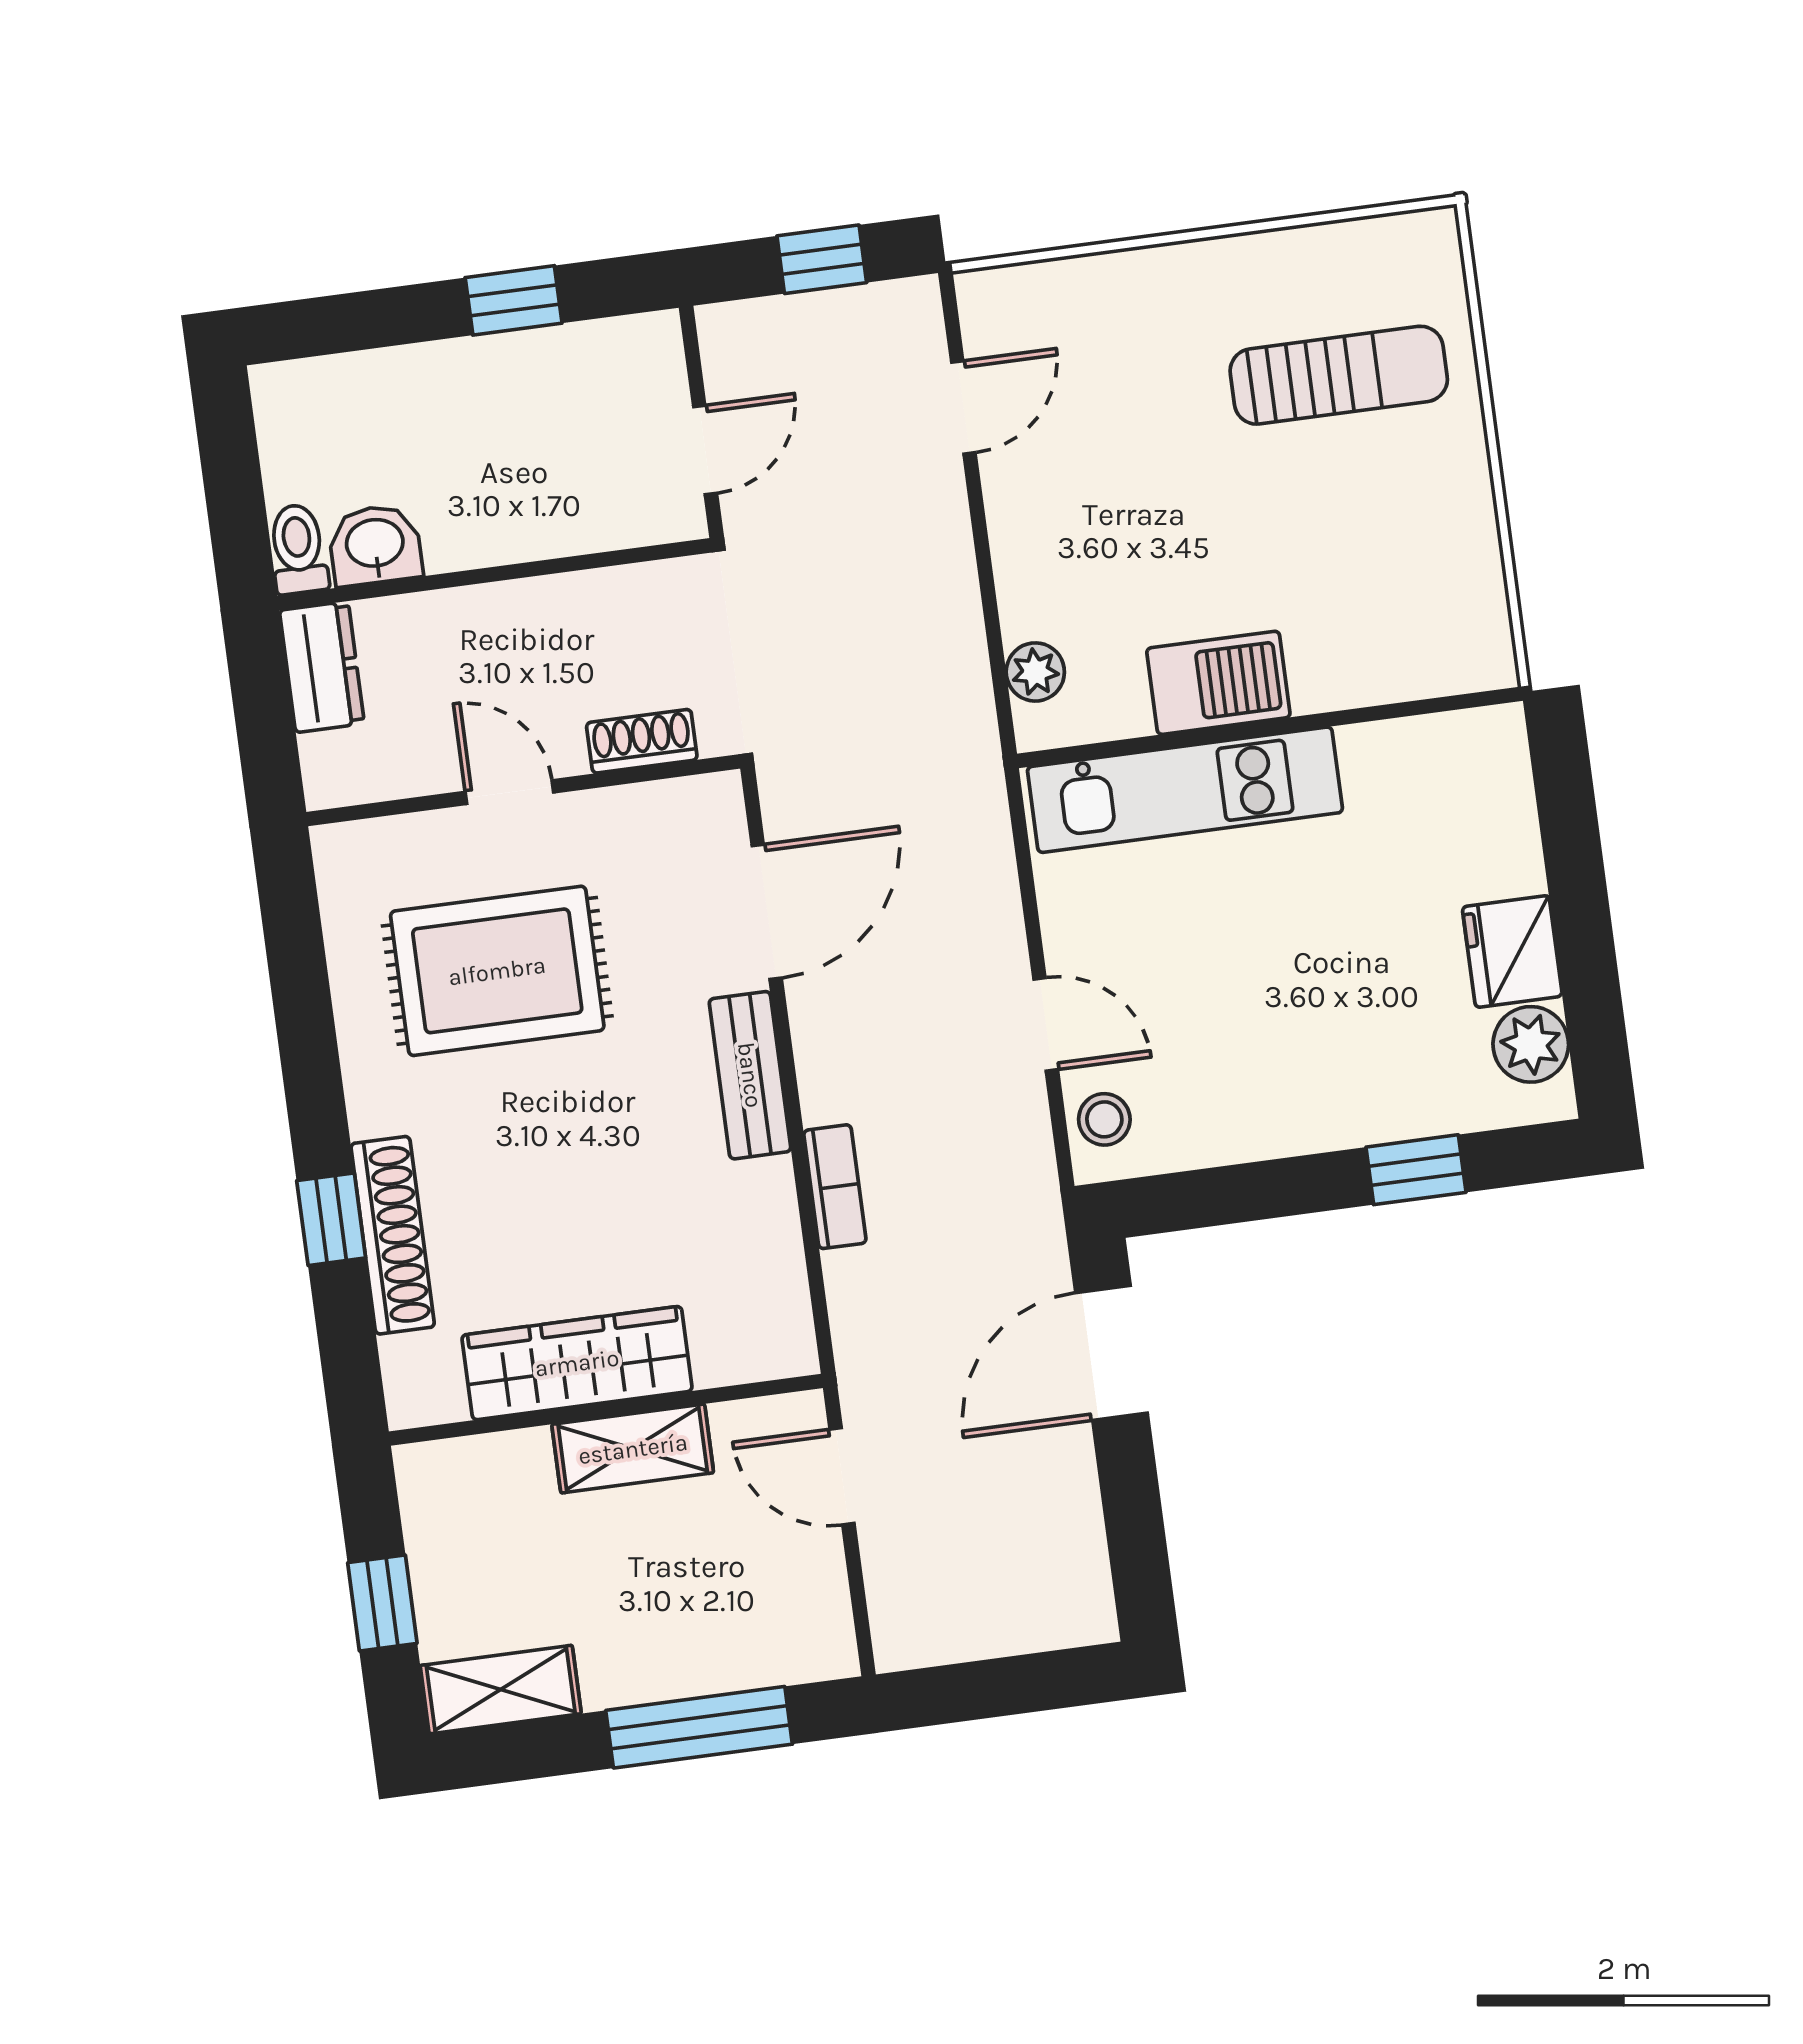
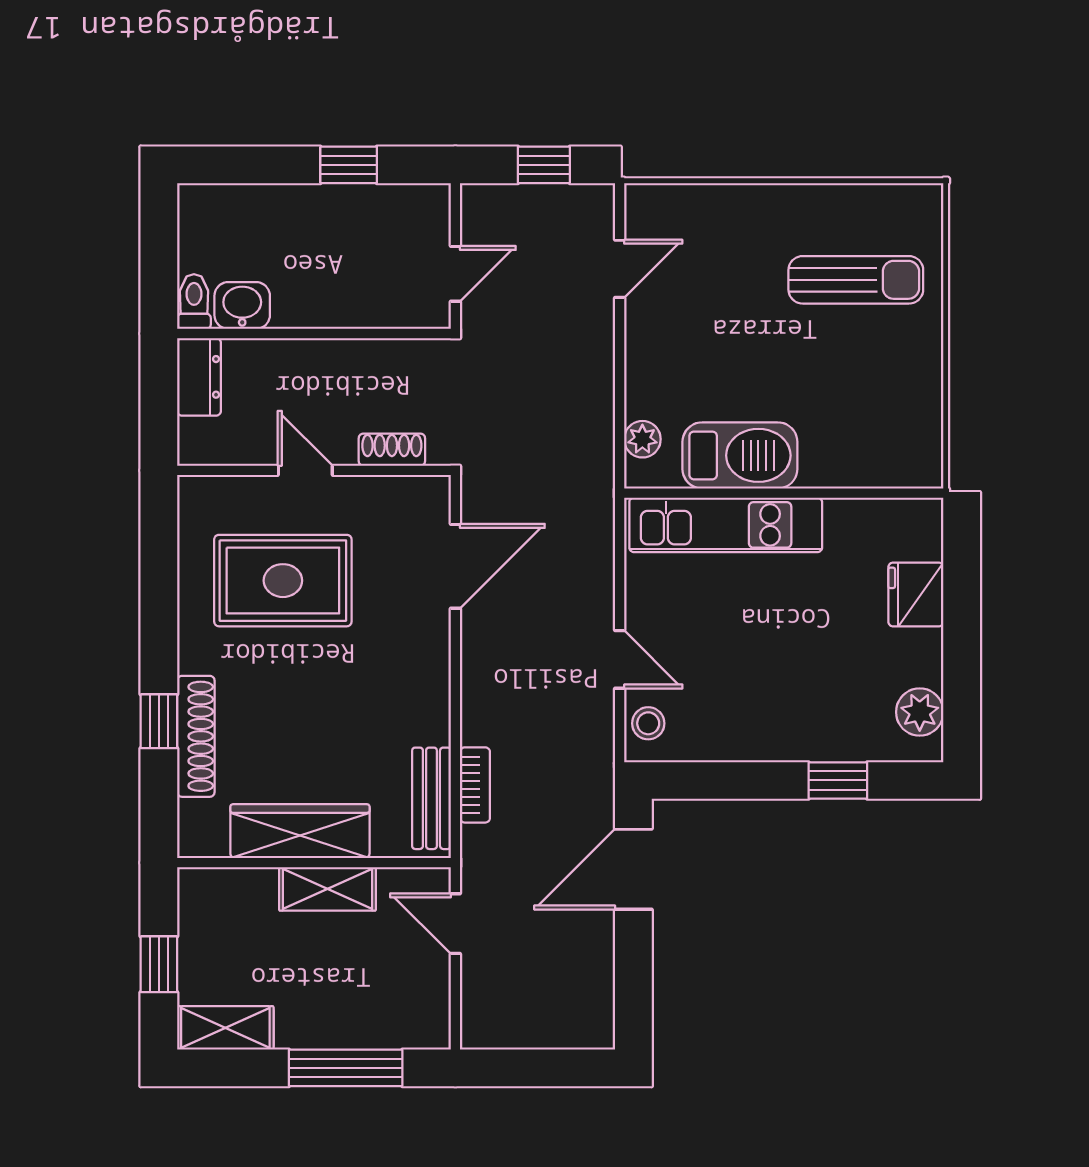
barbecue: (1218, 683) -> (740, 455), width x1.37, depth x1.21
fridge: (1512, 951) -> (916, 594), moved
bench: (750, 1075) -> (431, 798), moved
bookcase: (835, 1187) -> (475, 785), moved

